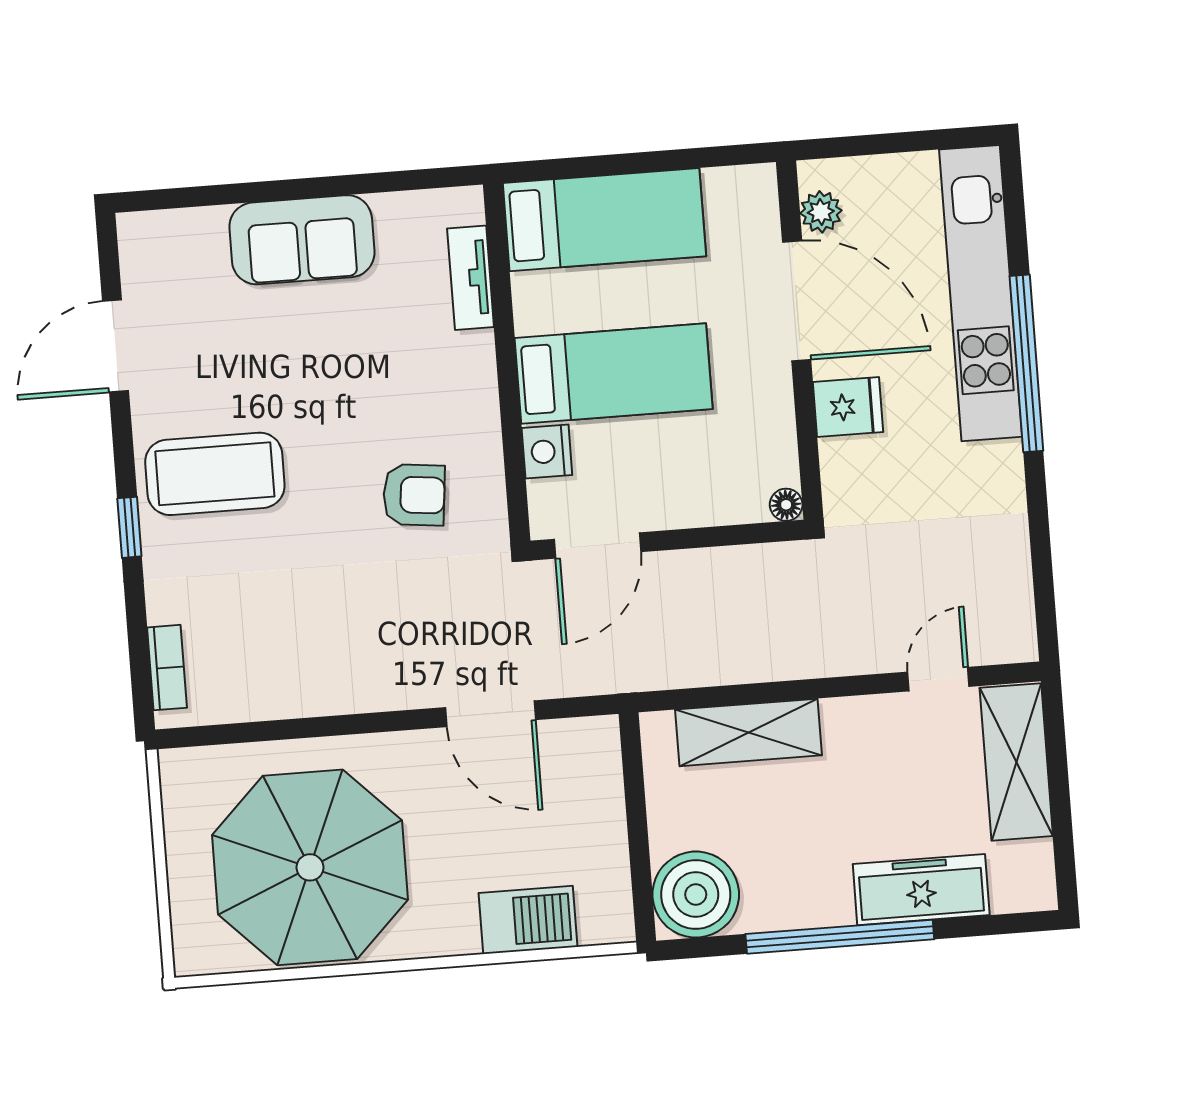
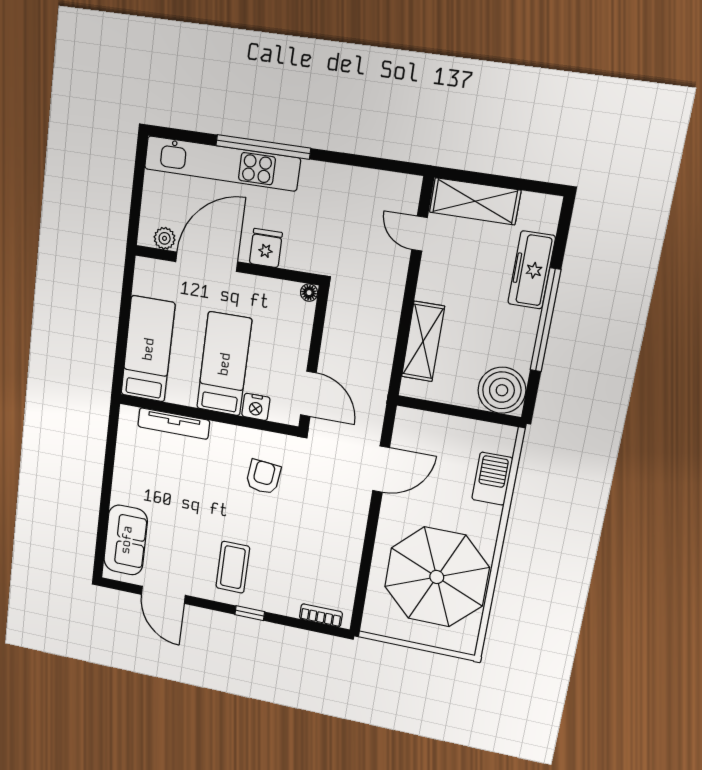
sofa: (302, 240) -> (126, 540), moved
tv unit: (471, 278) -> (174, 424), width x1.41
coffee table: (215, 474) -> (233, 567), width x0.73, depth x0.76

